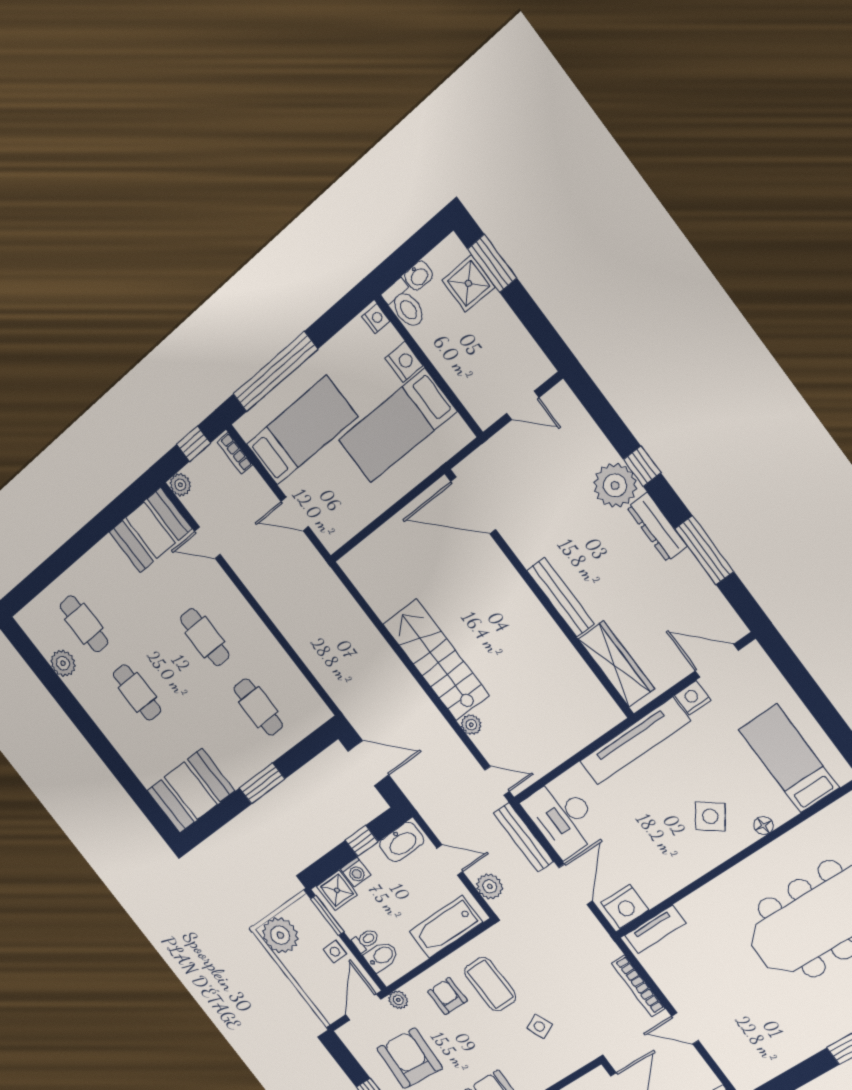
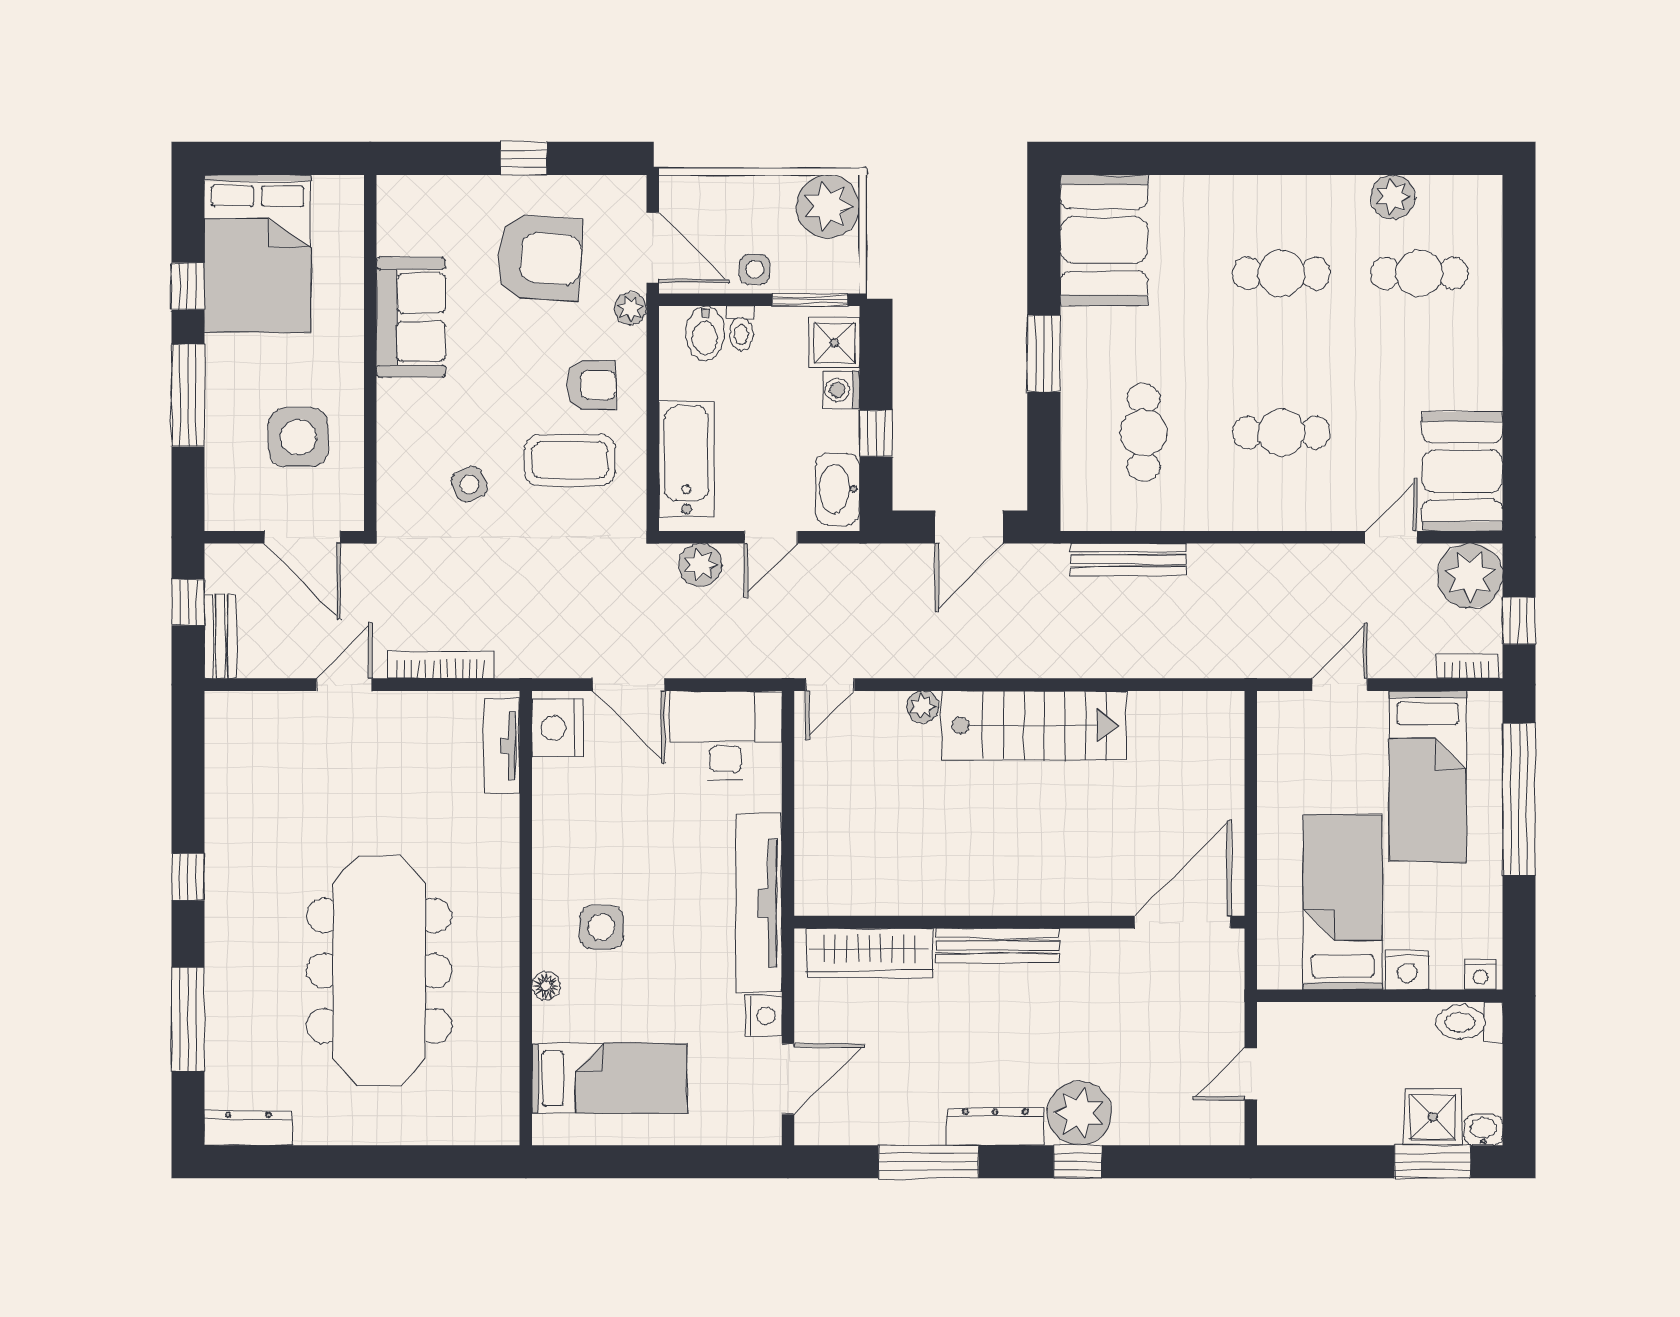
washbasin: (419, 276) -> (1484, 1130), moved, turned 90
plant: (180, 485) -> (1470, 576), width x1.87, depth x1.87
cafe table: (258, 707) -> (1144, 433), turned 90
side table: (710, 816) -> (601, 927), turned -36
bench: (524, 837) -> (1128, 559), moved

